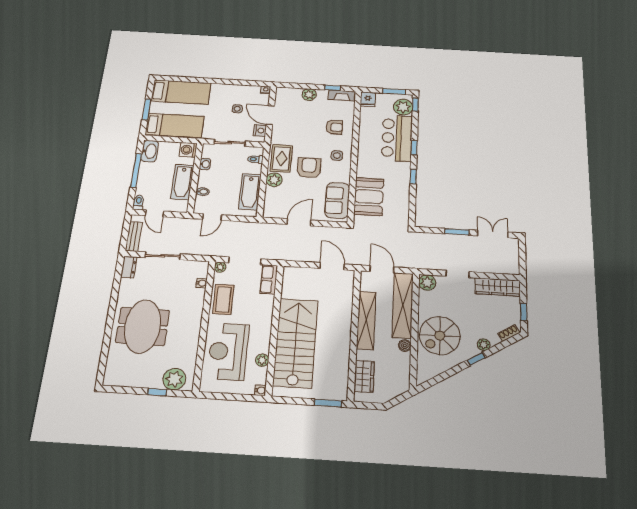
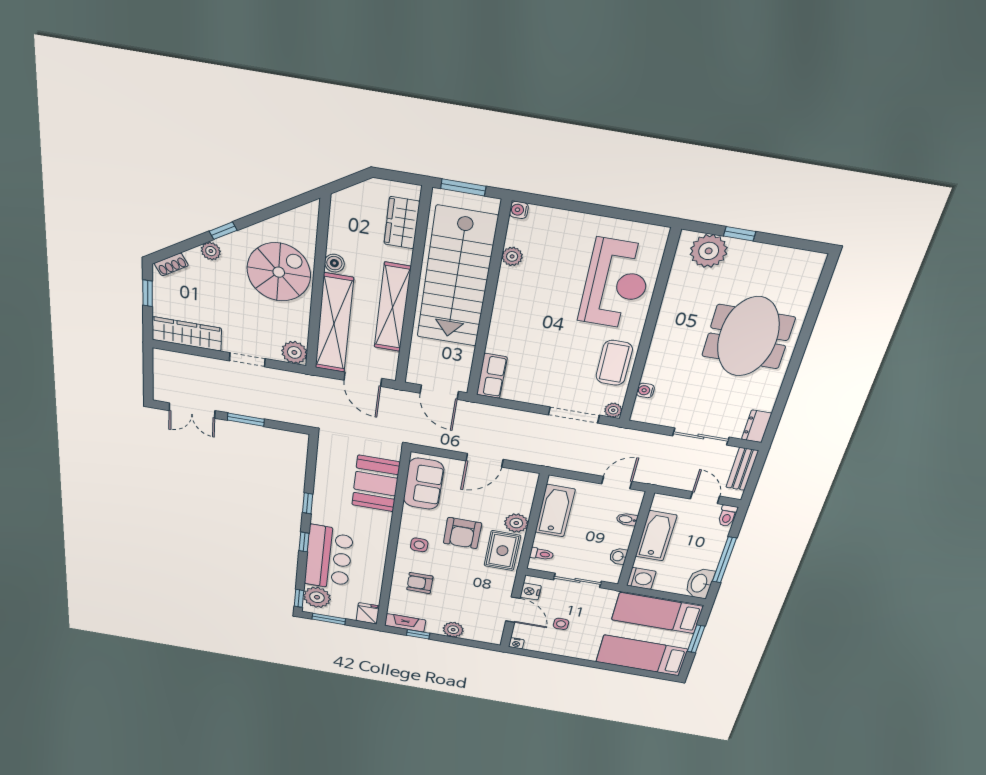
row of seats: (269, 279) -> (492, 376), moved
wall: (275, 329) -> (488, 302), moved
stairs: (296, 343) -> (457, 278), moved
plant: (262, 360) -> (512, 256), moved
water cooler: (260, 390) -> (519, 210), moved

